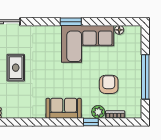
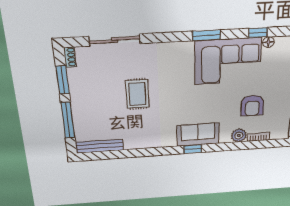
window: (111, 22) -> (258, 33), added
armchair: (109, 84) -> (252, 106), turned 180
window: (91, 122) -> (193, 149), moved

